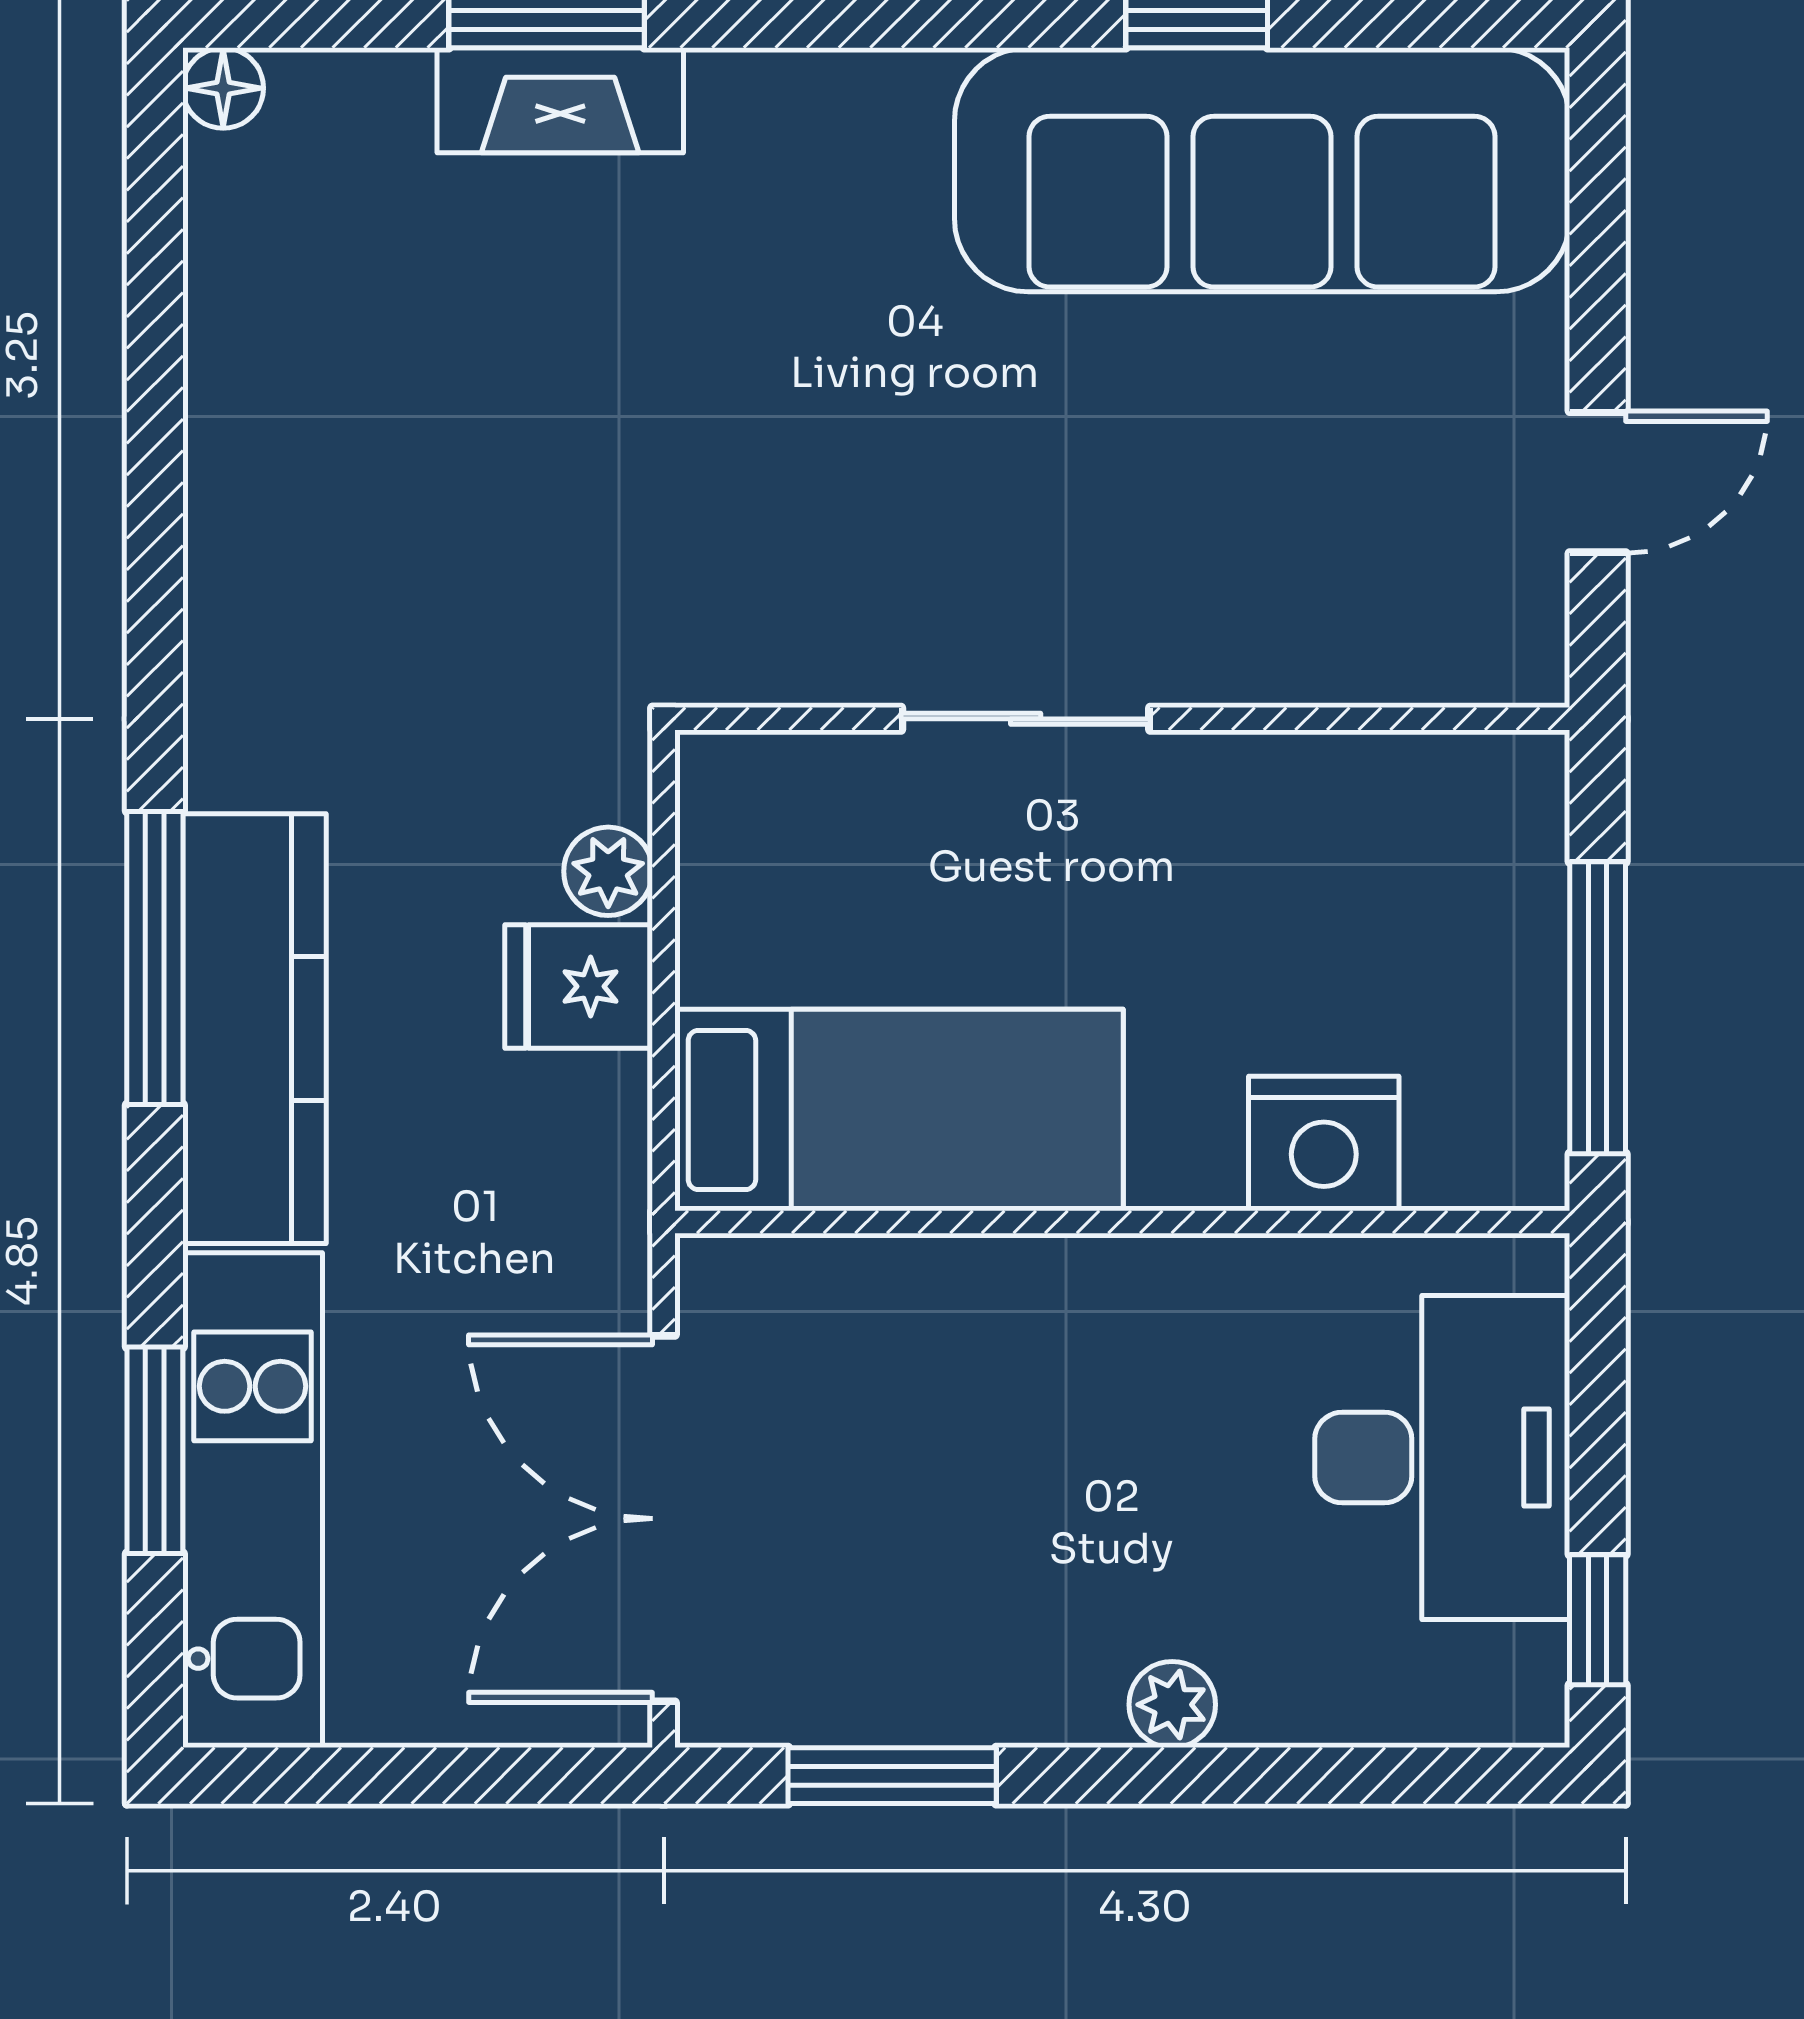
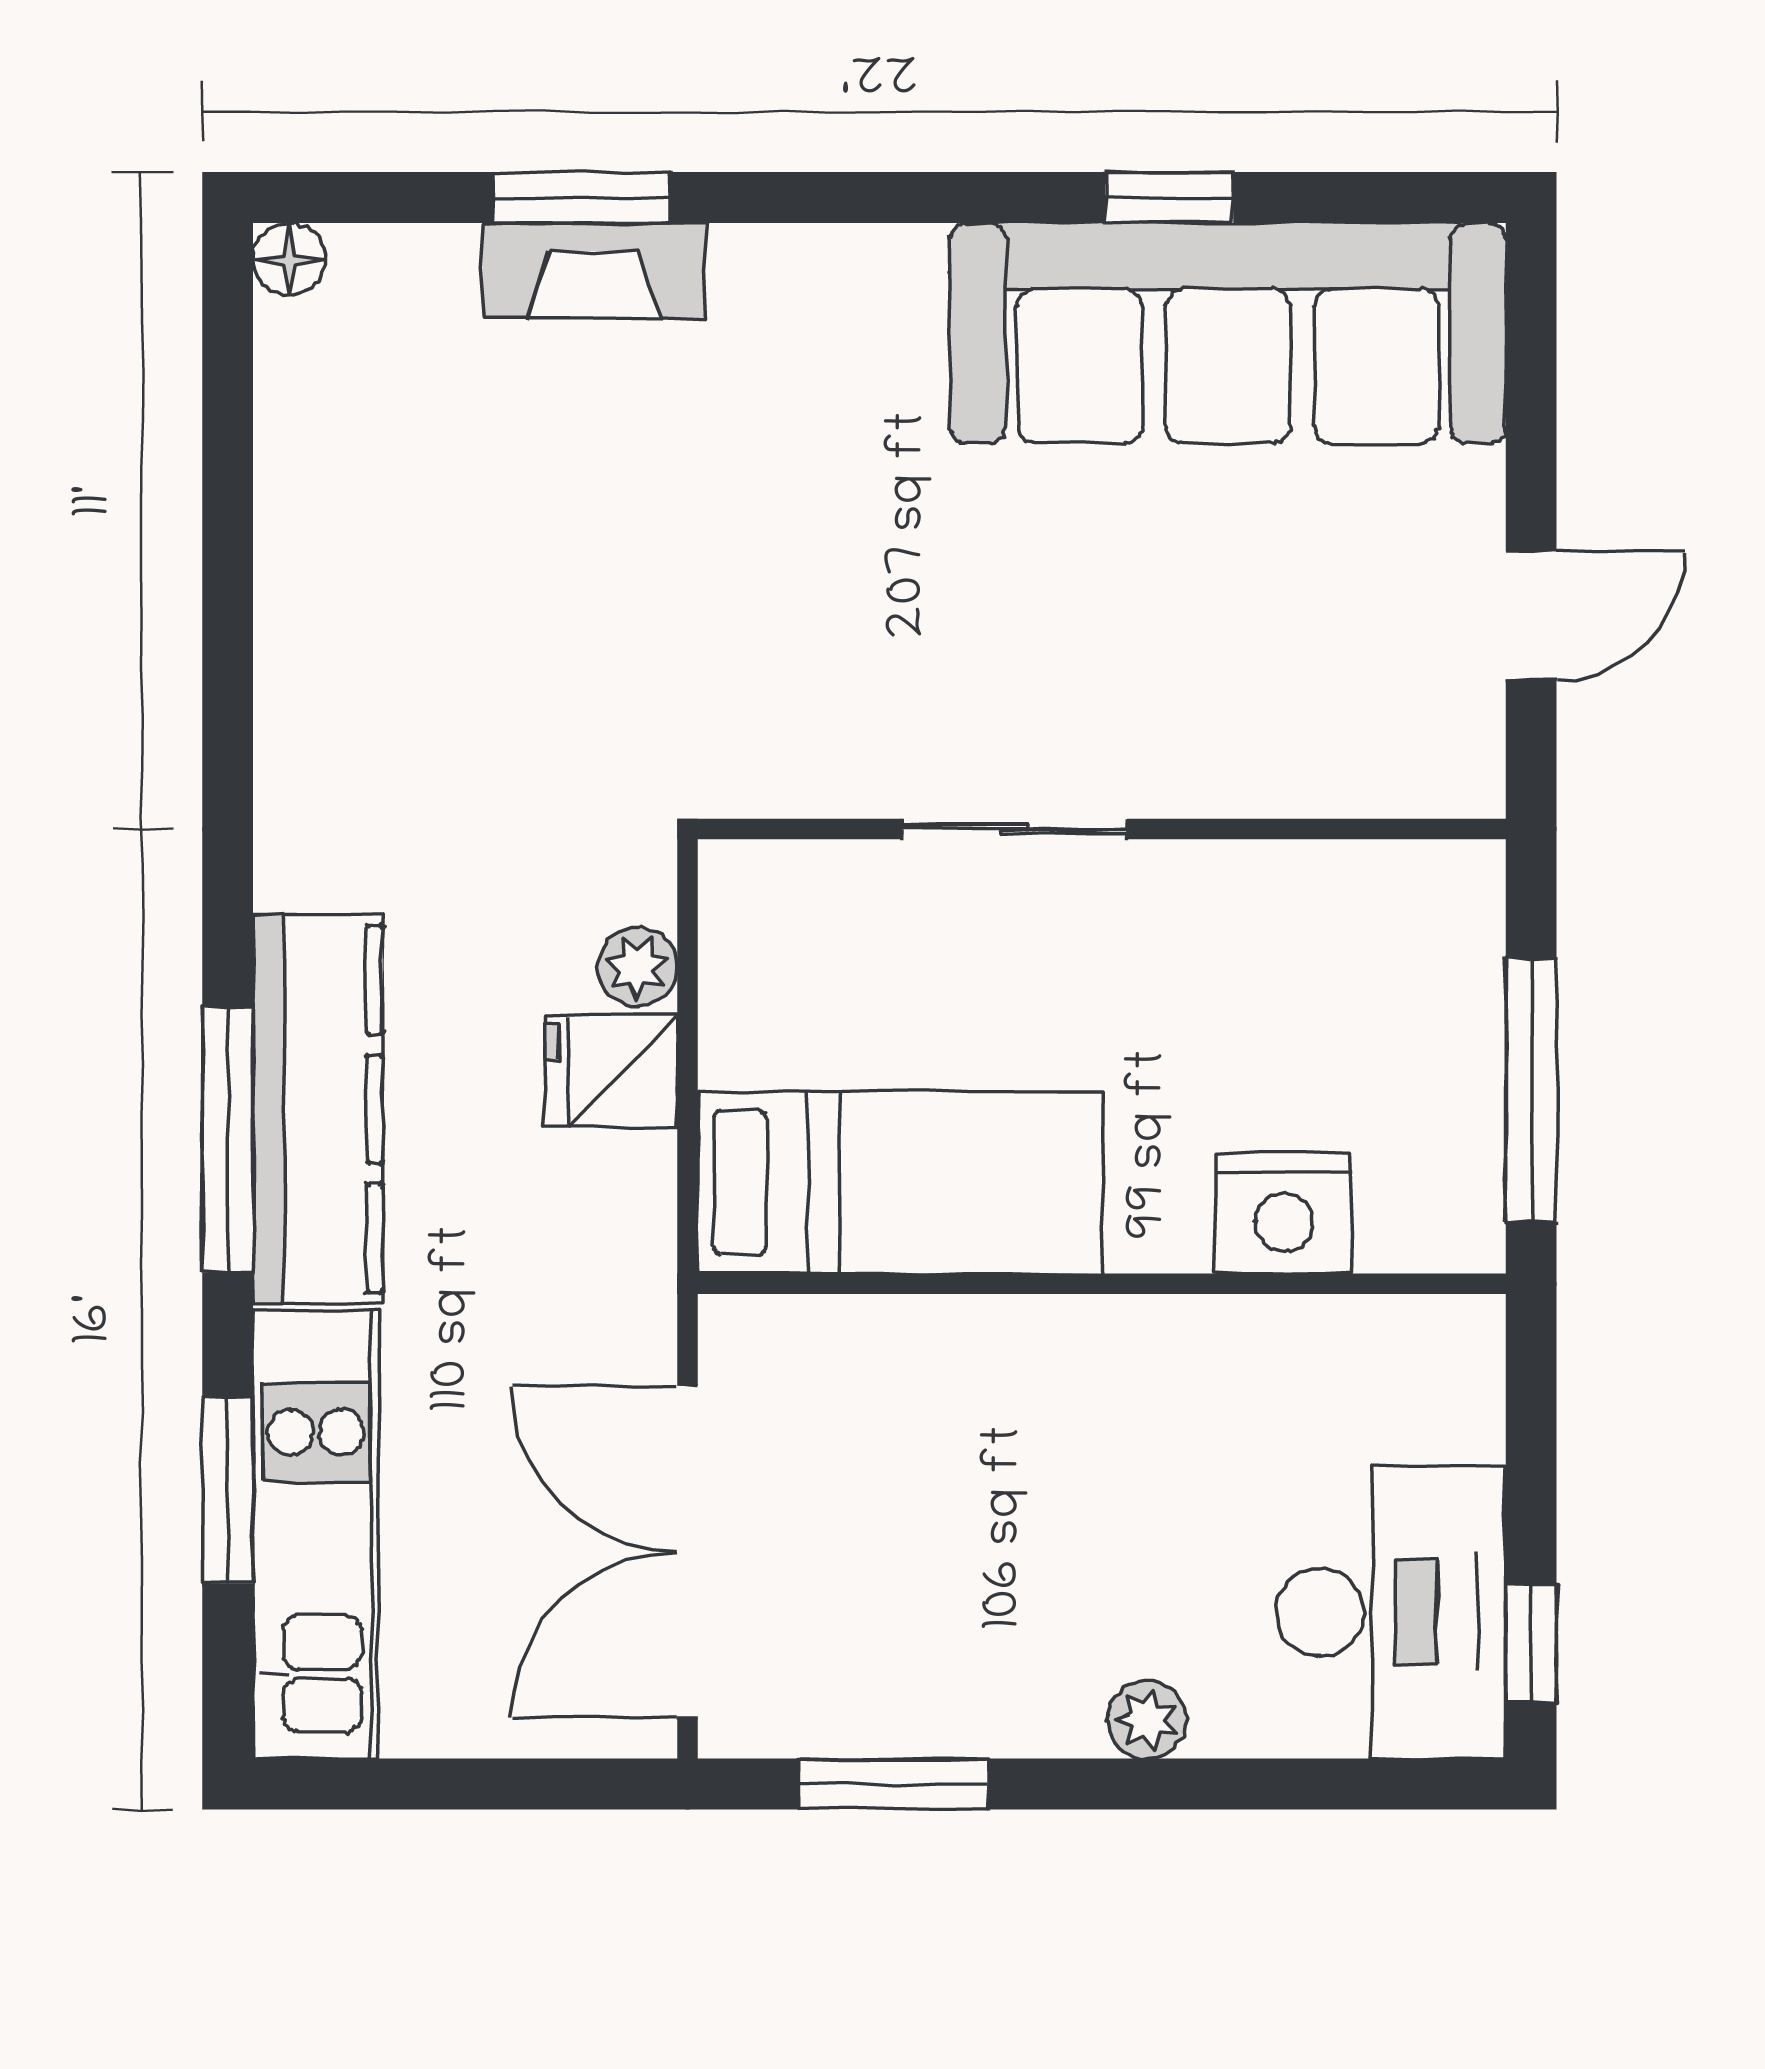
window: (155, 958) -> (228, 1140), moved
desk: (1442, 1457) -> (1391, 1612), moved

